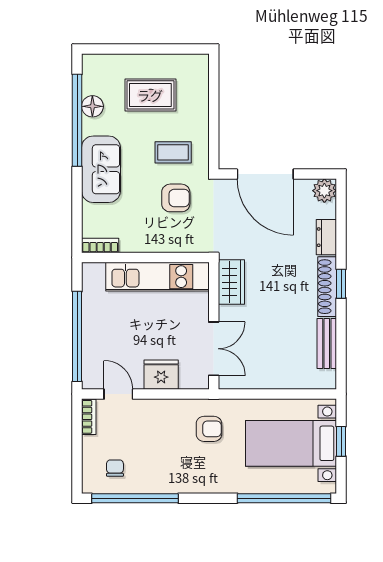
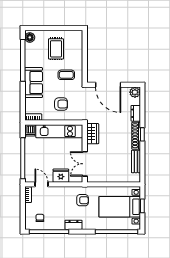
rug: (150, 95) -> (56, 49), turned 90
floor lamp: (92, 106) -> (30, 37), moved
armchair: (176, 198) -> (61, 104), moved
dishwasher: (94, 275) -> (30, 130), added
double door: (214, 349) -> (85, 164), swing flipped
dresser: (189, 483) -> (73, 225), added

